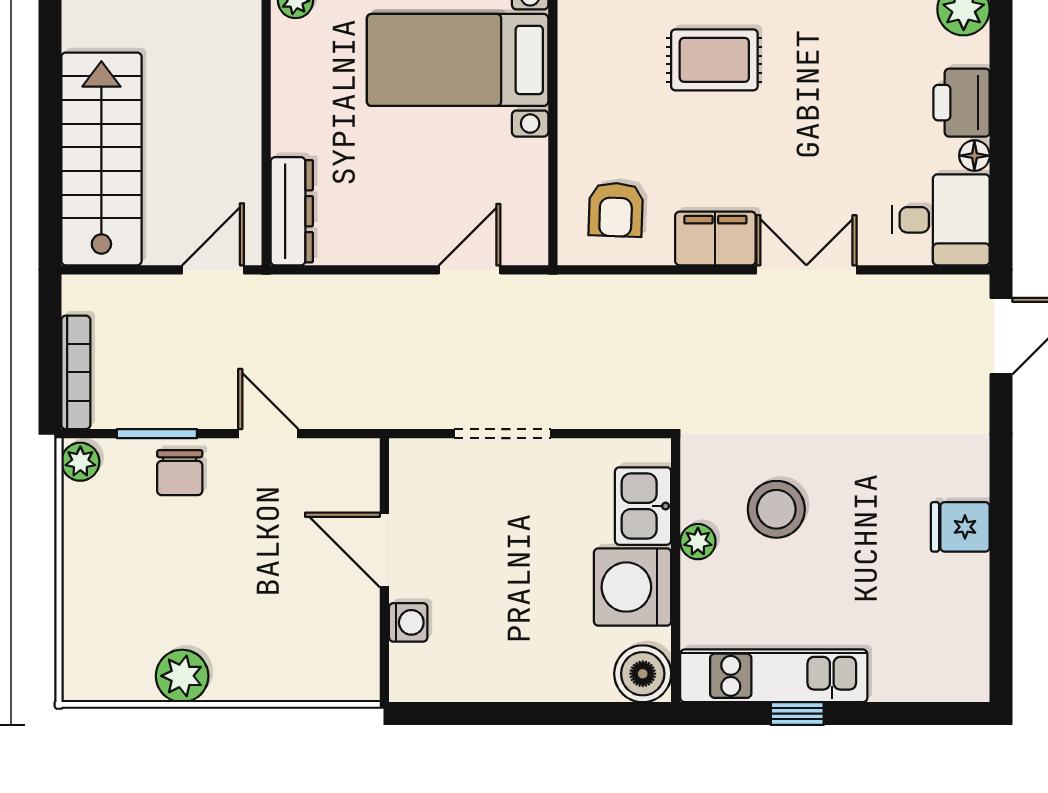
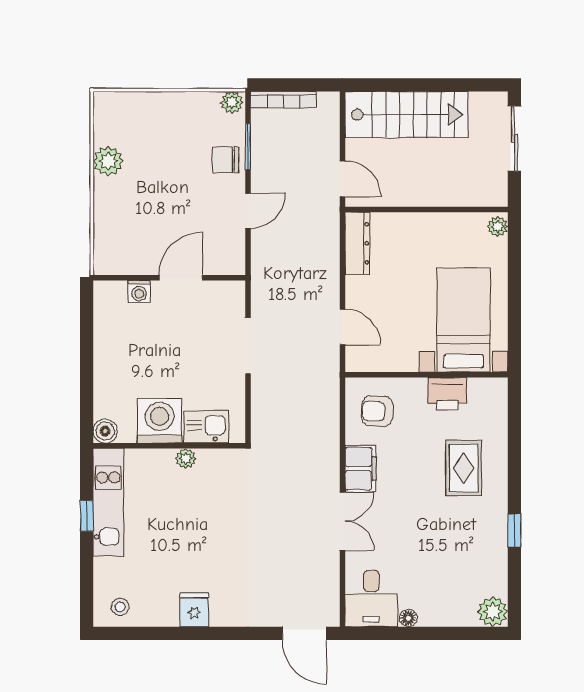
printer: (962, 103) -> (447, 394), moved, turned 180
dresser: (292, 211) -> (357, 243), moved, turned -90
stool: (776, 509) -> (120, 607), moved, width x0.53, depth x0.53
boiler: (643, 674) -> (105, 431), width x0.73, depth x0.73

